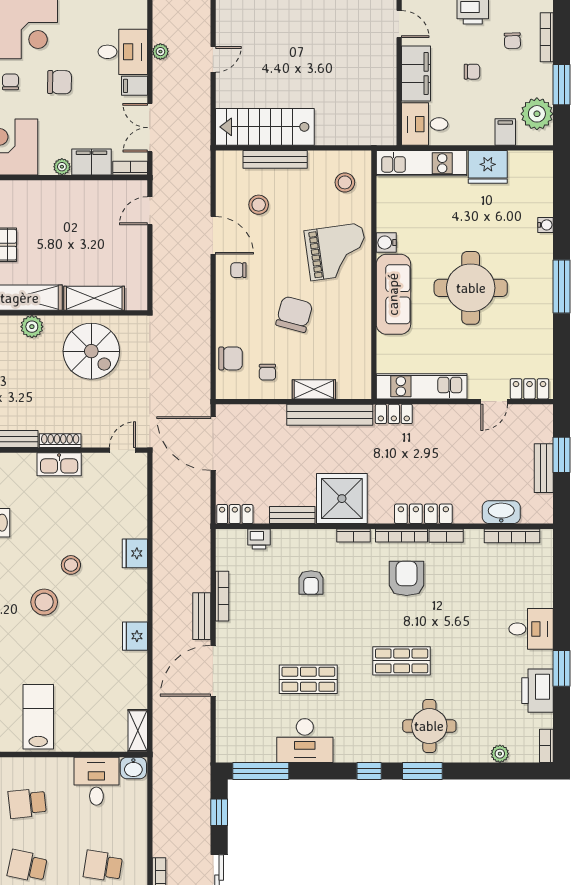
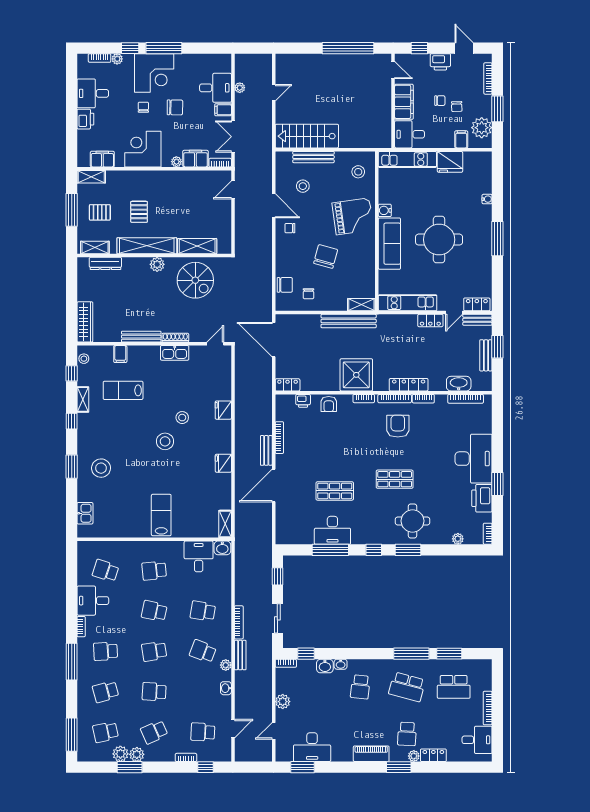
chair: (512, 41) -> (457, 107), moved
shelving: (314, 389) -> (361, 305), moved
locker: (394, 414) -> (430, 321), moved
bench: (292, 515) -> (477, 320), moved
armchair: (311, 583) -> (329, 404), moved
desk: (531, 629) -> (474, 459), width x1.87, depth x1.30
window: (261, 771) -> (330, 550), moved

